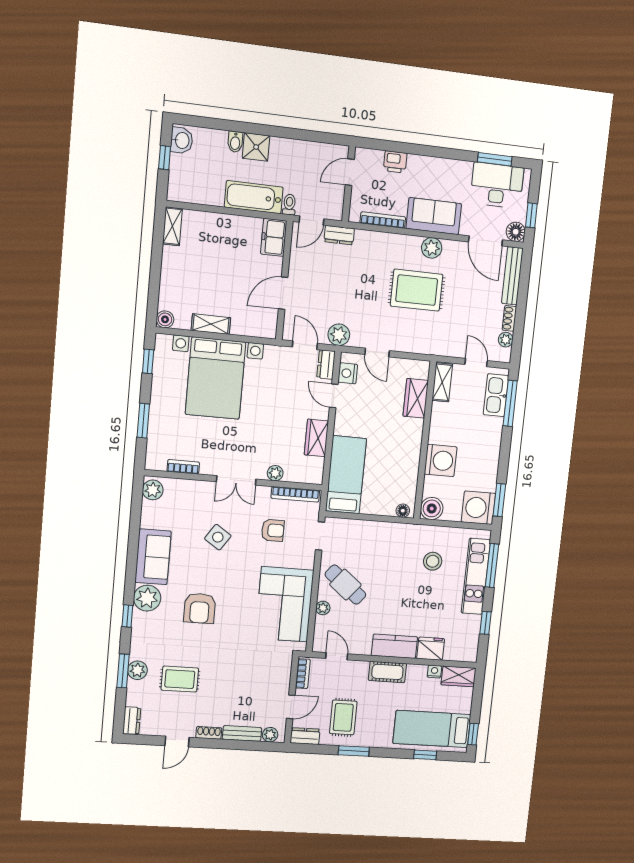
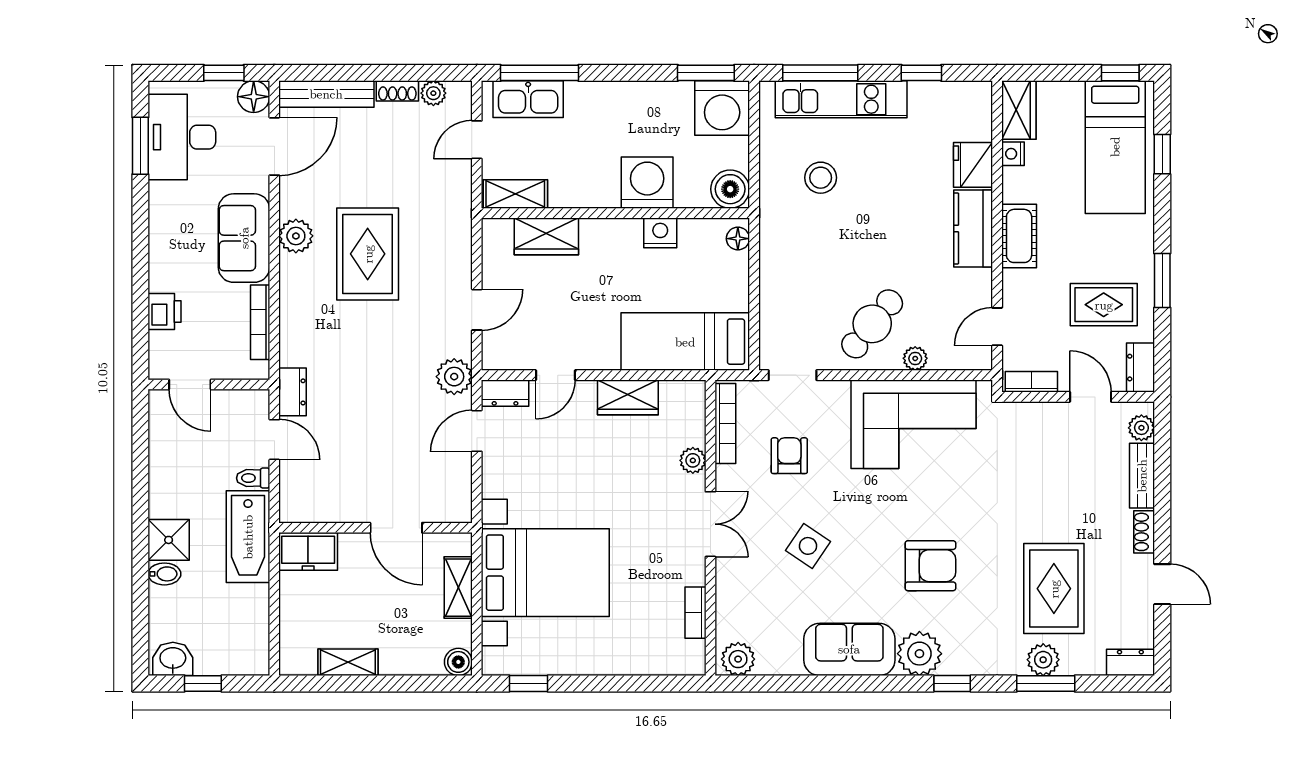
shelving: (172, 226) -> (348, 662), moved
freezer: (274, 237) -> (308, 551), moved
wall: (284, 281) -> (376, 528), moved
door: (283, 293) -> (396, 528), moved
nightstand: (348, 373) -> (660, 233), moved, turned 180
window: (143, 421) -> (626, 684), removed
rug: (180, 679) -> (1054, 589), width x1.36, depth x1.43

